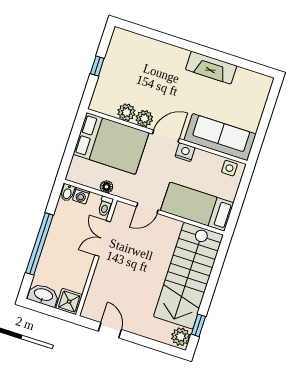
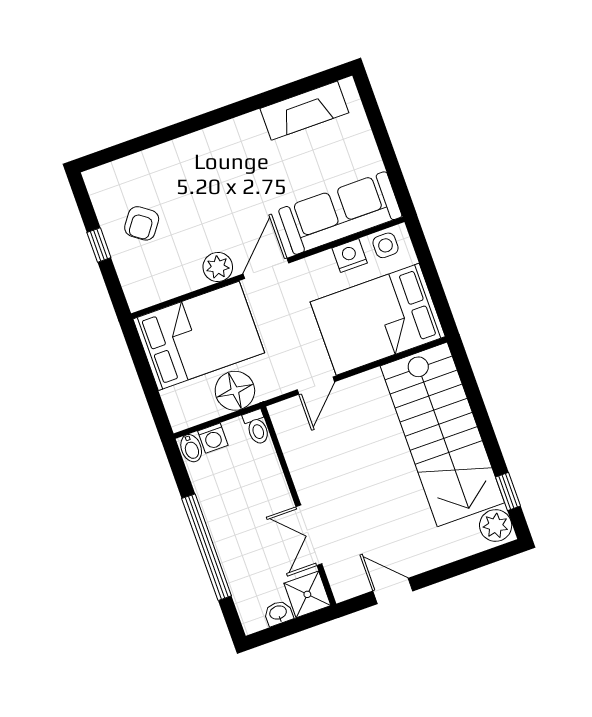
fireplace: (211, 68) -> (304, 111), moved
armchair: (125, 71) -> (142, 223), added
plant: (126, 112) -> (187, 277), removed
nightstand: (185, 152) -> (350, 256), moved
floor lamp: (106, 187) -> (235, 391), width x1.89, depth x1.89
bed: (197, 207) -> (378, 319), width x1.50
double door: (103, 239) -> (309, 535), moved
washbasin: (43, 295) -> (278, 613), width x0.52, depth x0.69

